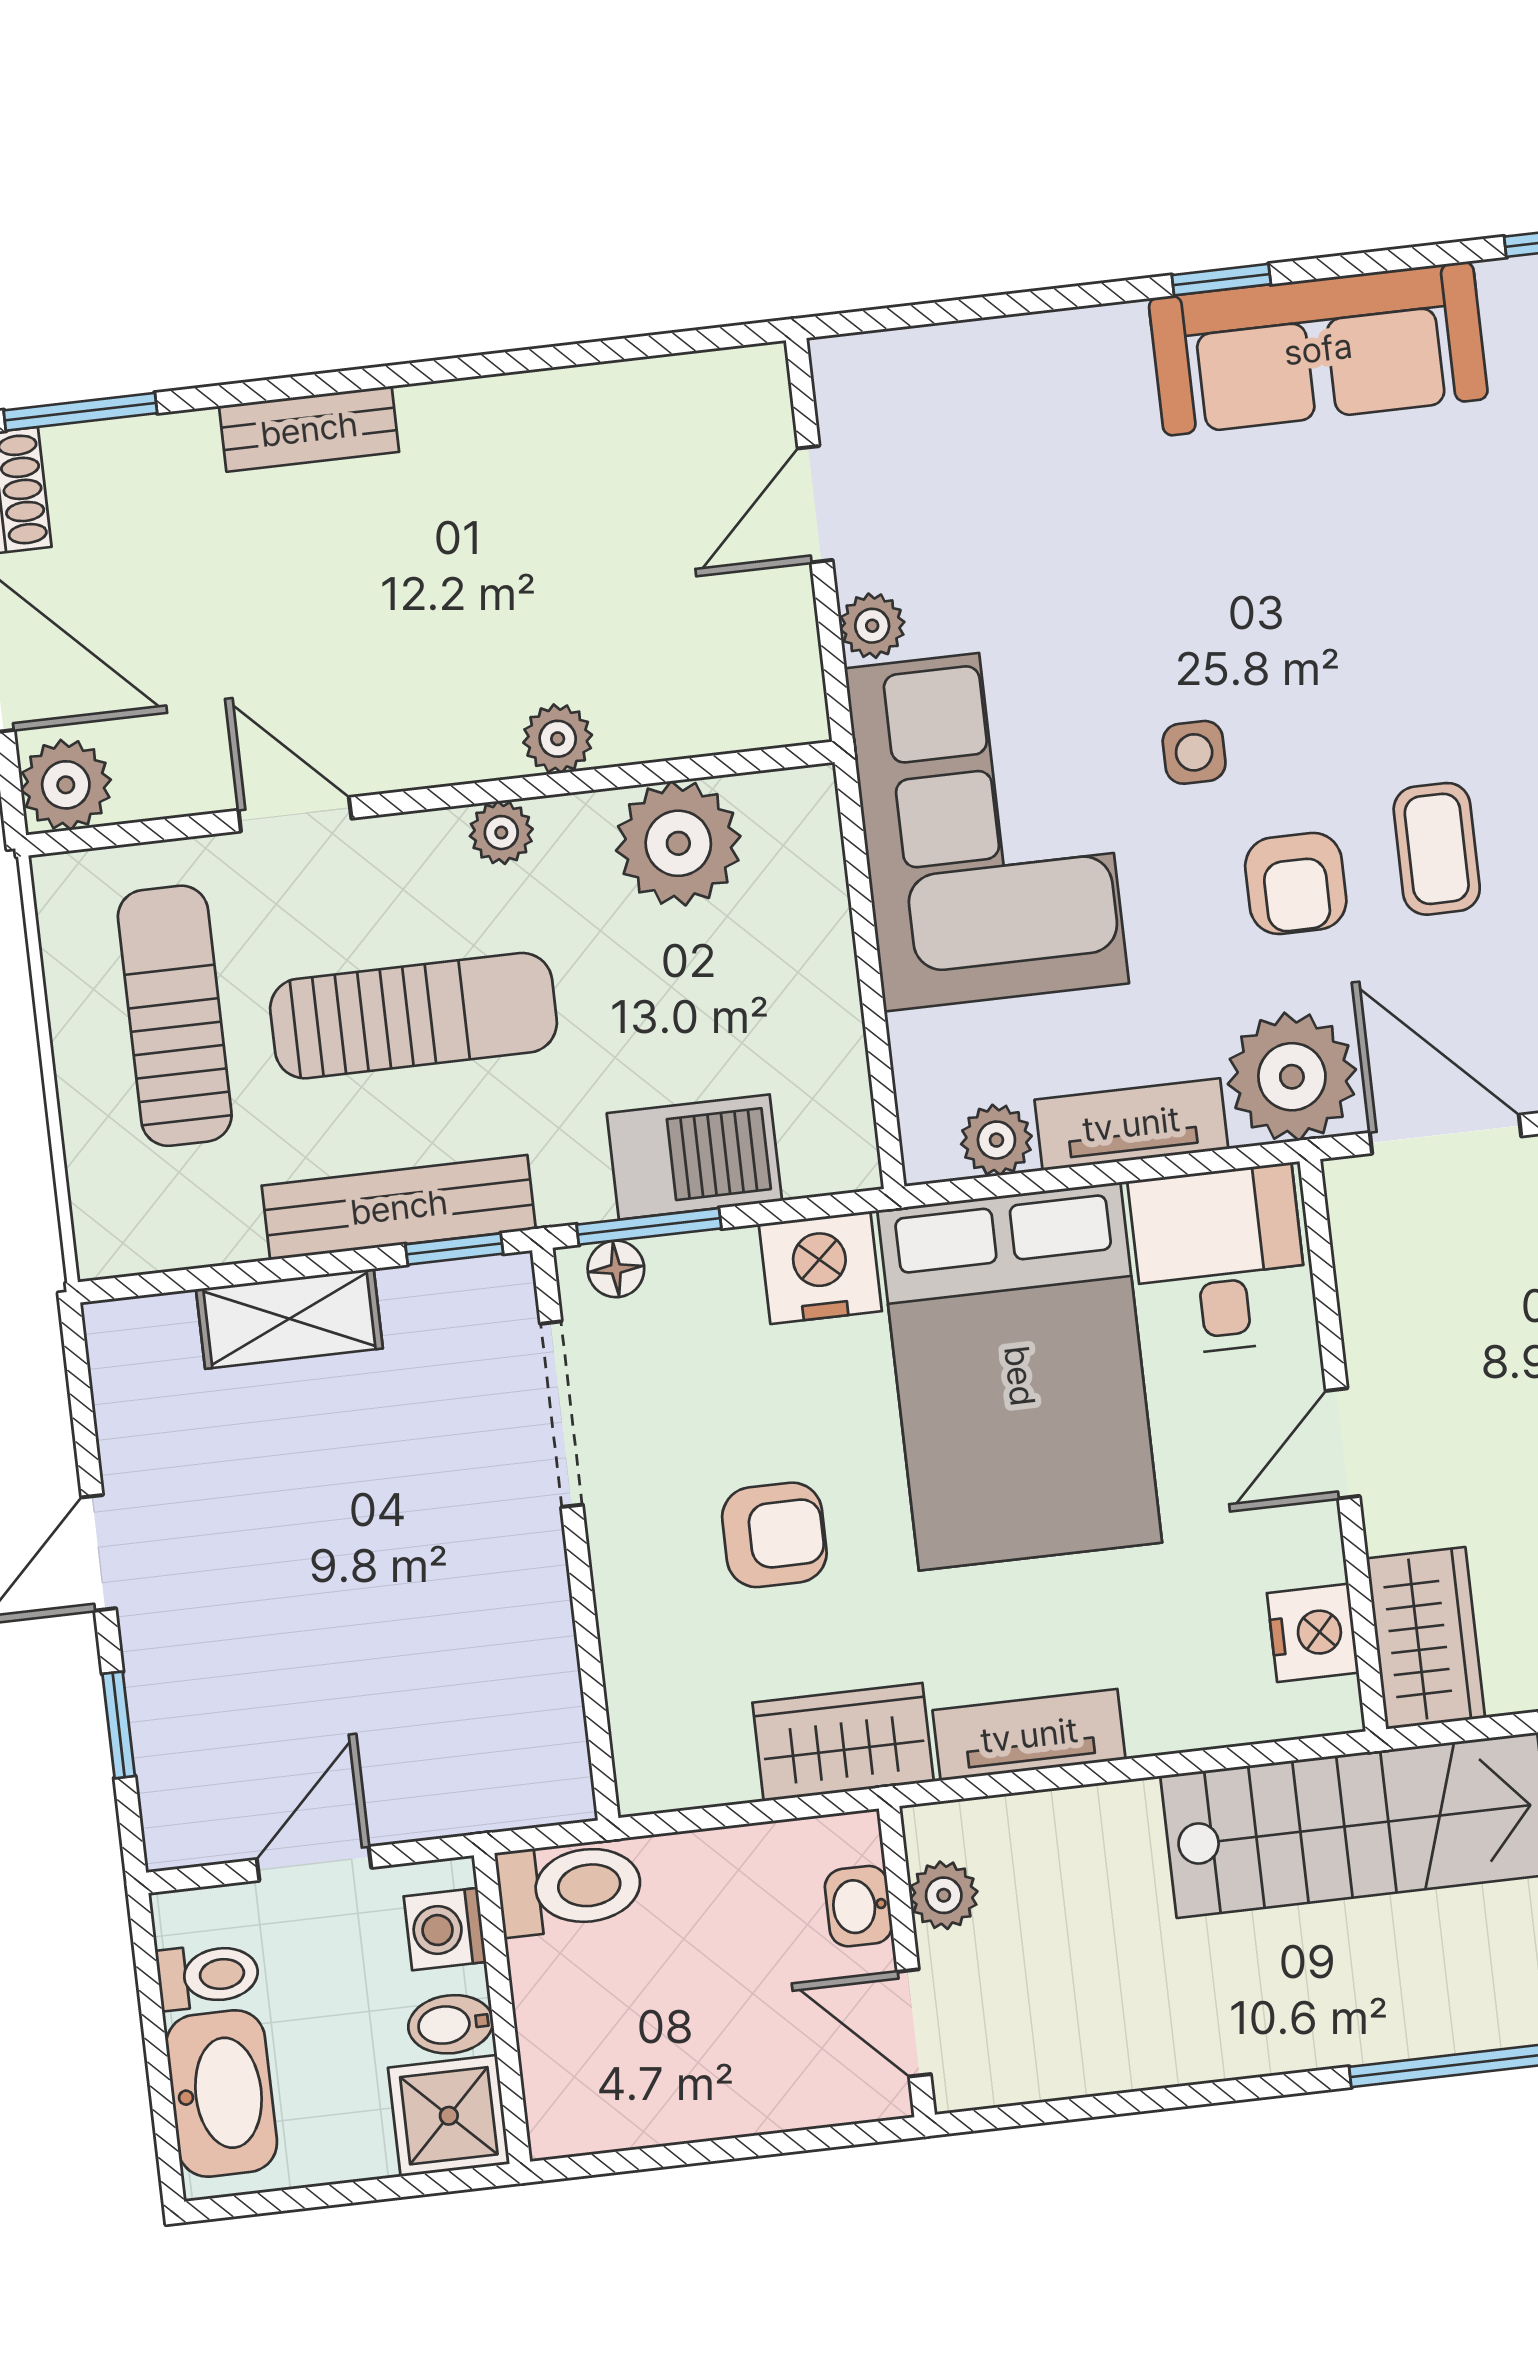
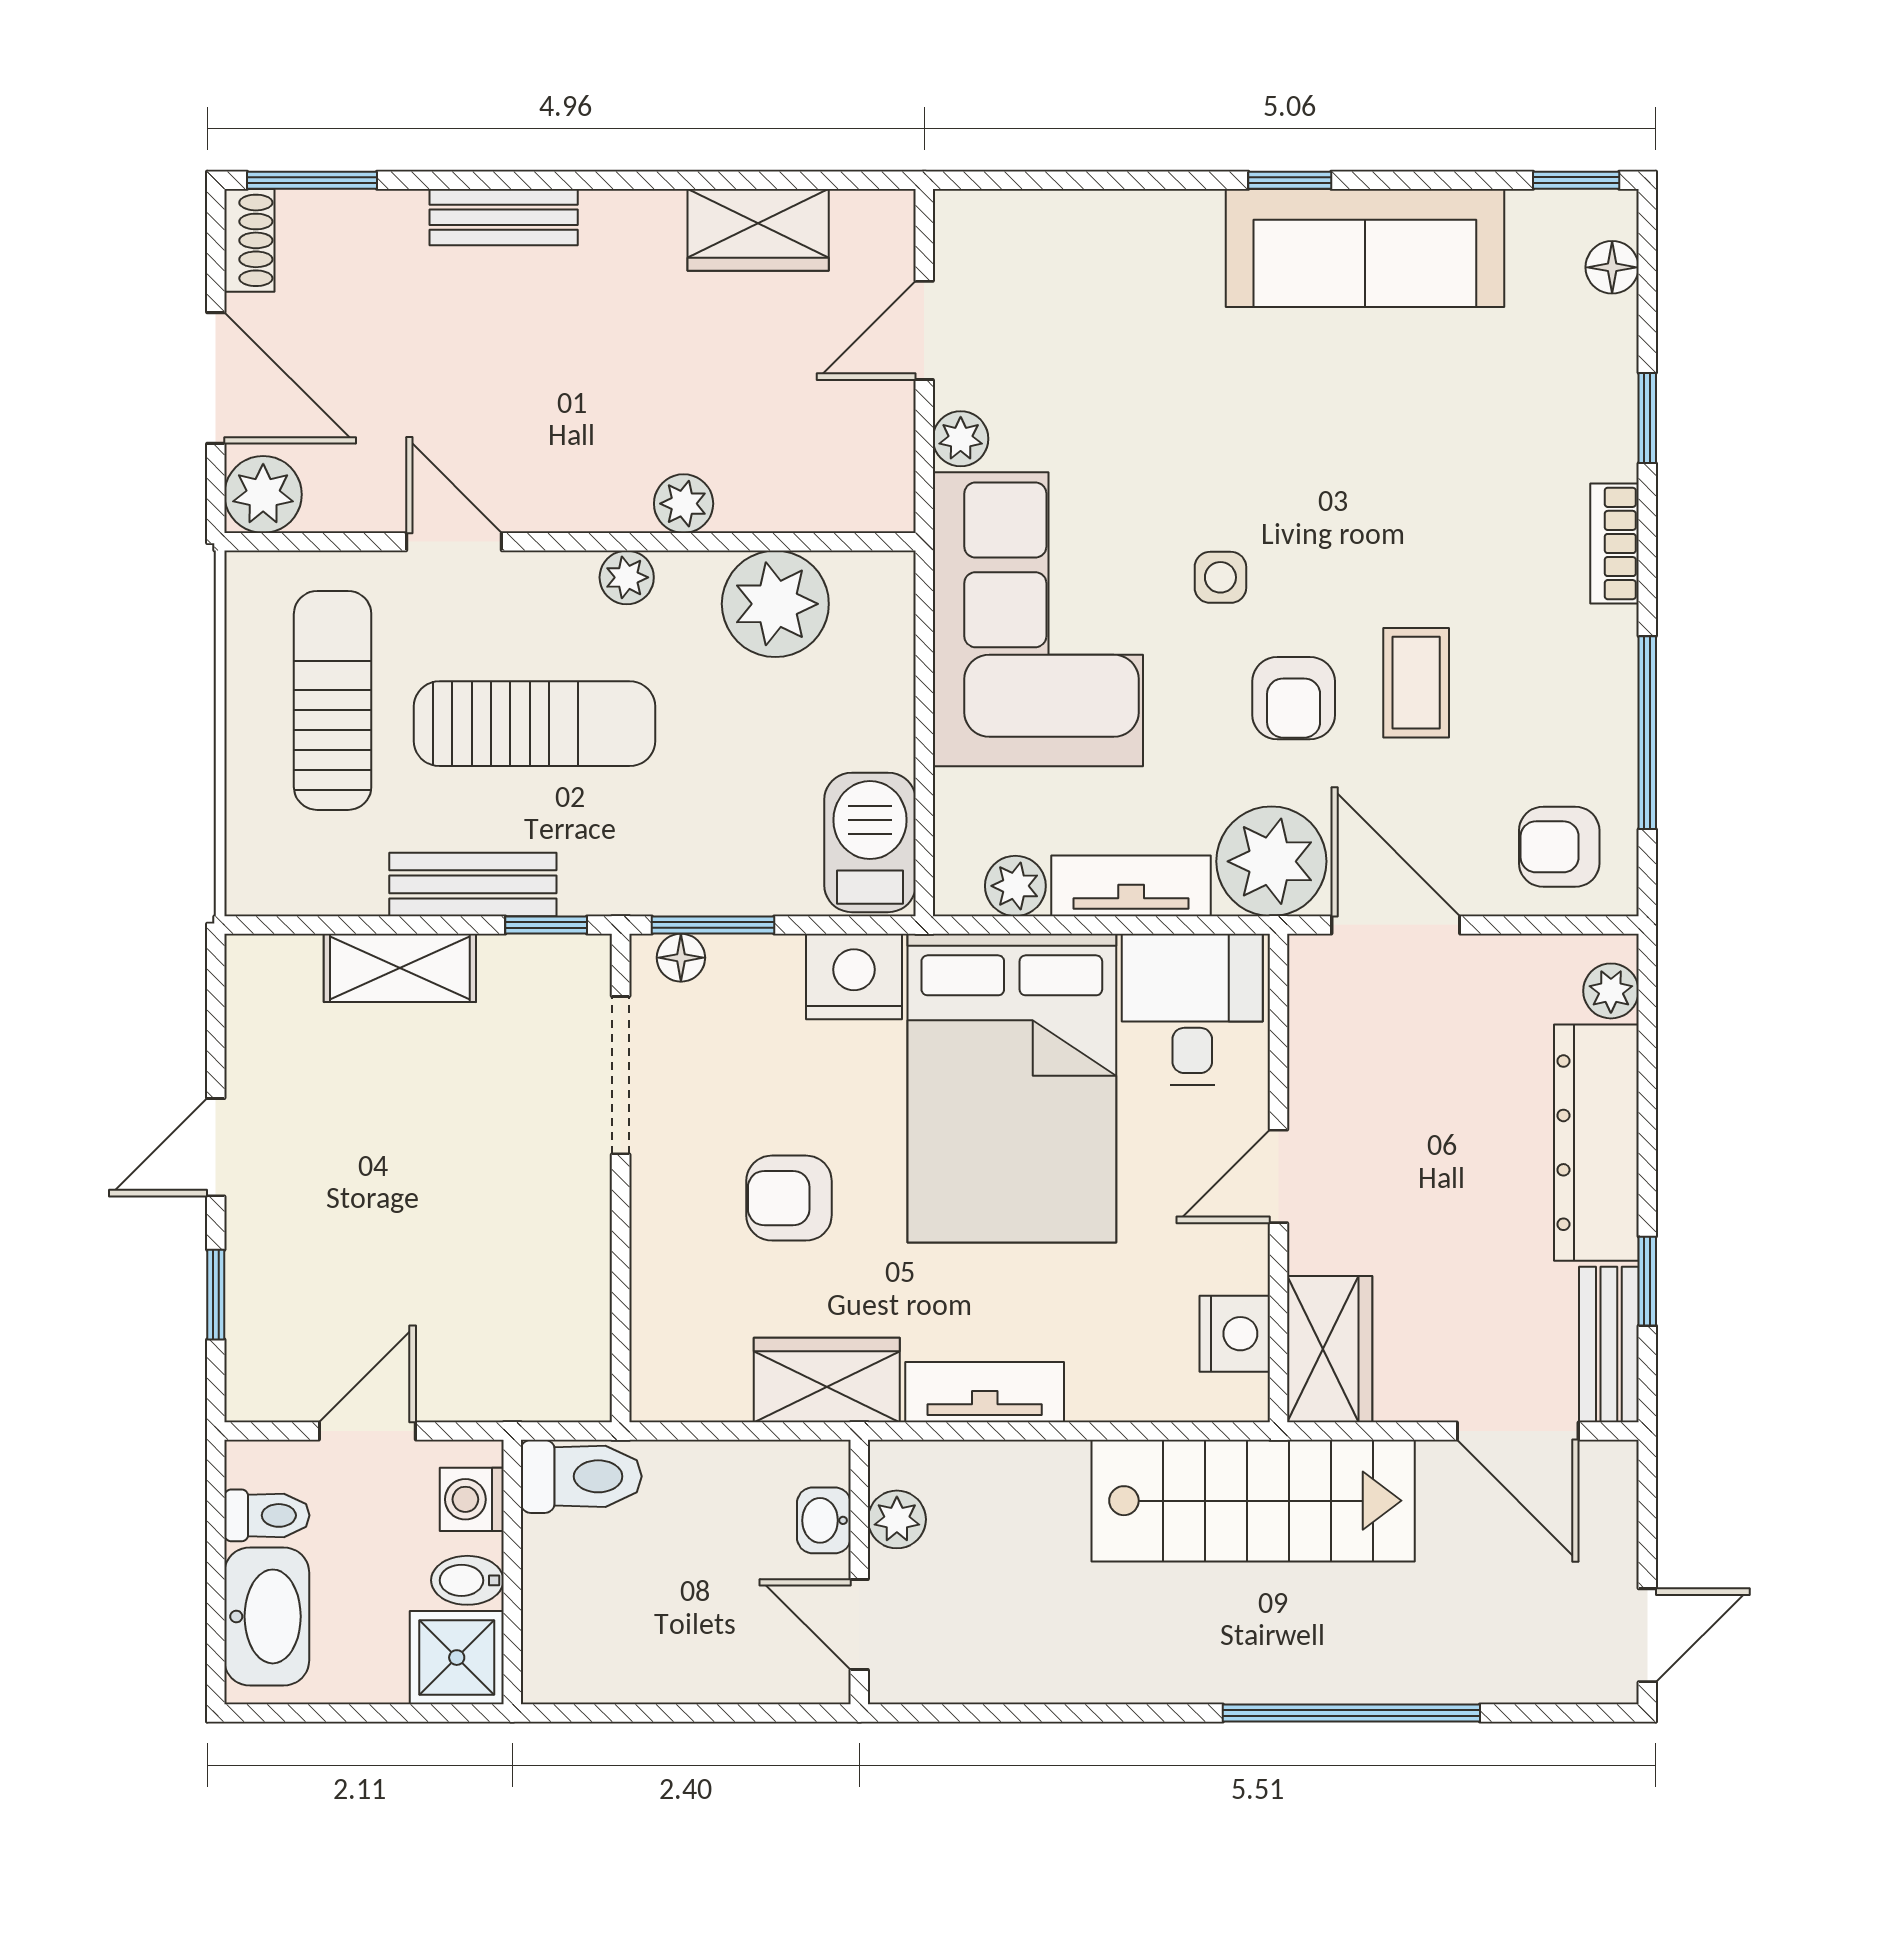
wardrobe: (608, 409) -> (758, 230), added
barbecue: (694, 1157) -> (870, 842), moved, turned -90
bench: (399, 1207) -> (473, 884), width x0.73
armchair: (774, 1535) -> (789, 1198), turned 180

